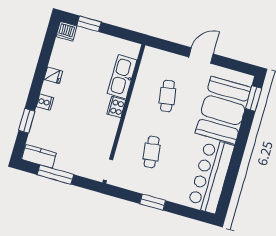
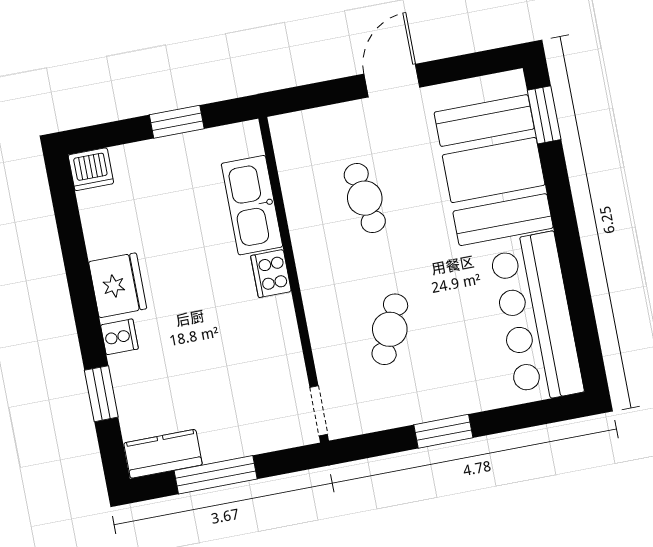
window: (89, 24) -> (177, 122), moved
fridge: (53, 75) -> (118, 285), width x1.88, depth x1.34
cafe table: (152, 152) -> (390, 329), turned 30

